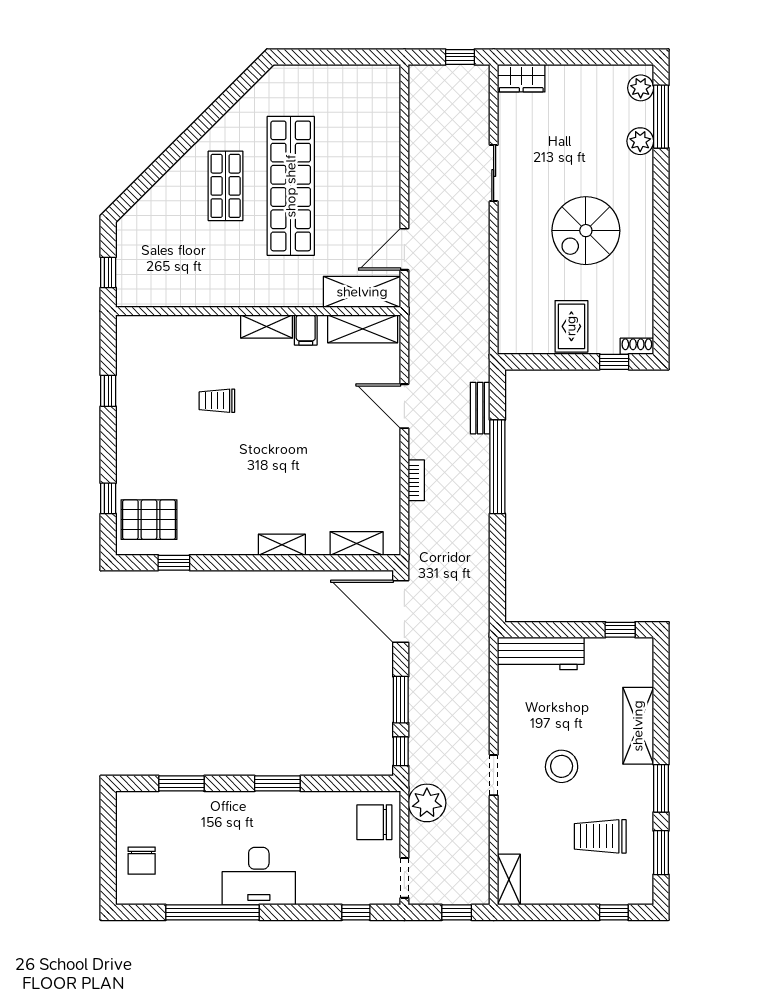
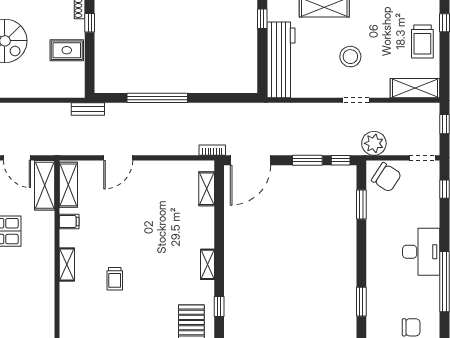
shelving: (267, 326) -> (67, 264), moved
bench: (480, 408) -> (88, 109), moved
bookcase: (416, 480) -> (212, 150), moved
shelving: (282, 545) -> (208, 264), moved
workbench: (541, 653) -> (281, 60), width x1.36, depth x1.32
window: (277, 783) -> (361, 204), moved
chair: (374, 822) -> (386, 177), turned -57
trolley: (600, 836) -> (422, 41), moved
shelving: (509, 879) -> (415, 88), width x1.50, depth x1.33

